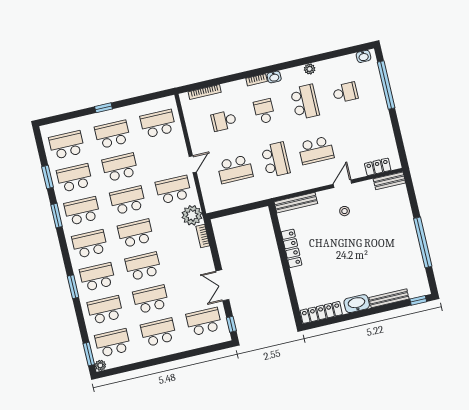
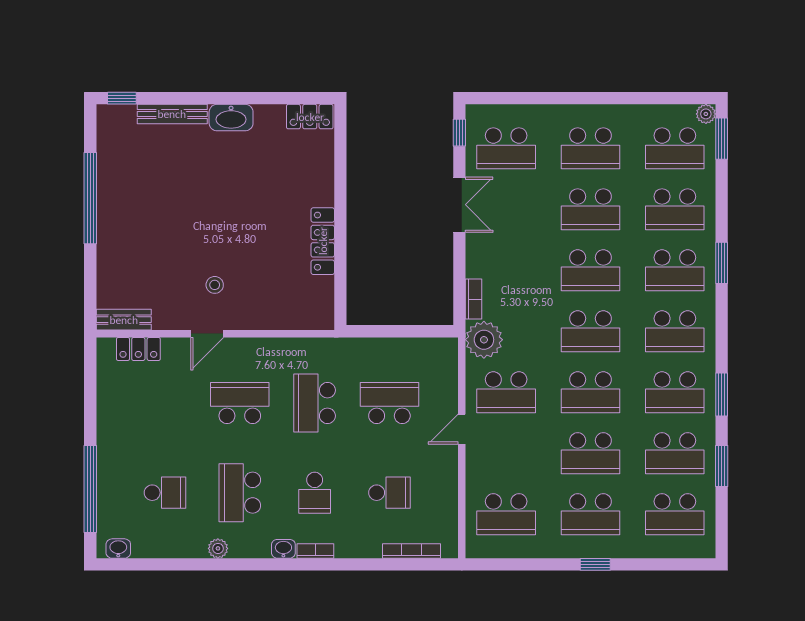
school desk: (345, 92) -> (165, 493), turned 180
bench: (296, 203) -> (297, 319), removed
locker: (321, 312) -> (310, 117), width x0.66

